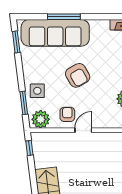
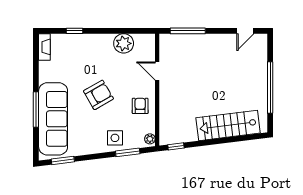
armchair: (67, 114) -> (140, 106), turned 90
plant: (41, 119) -> (150, 139), width x0.53, depth x0.53
door: (83, 130) -> (157, 71), moved

